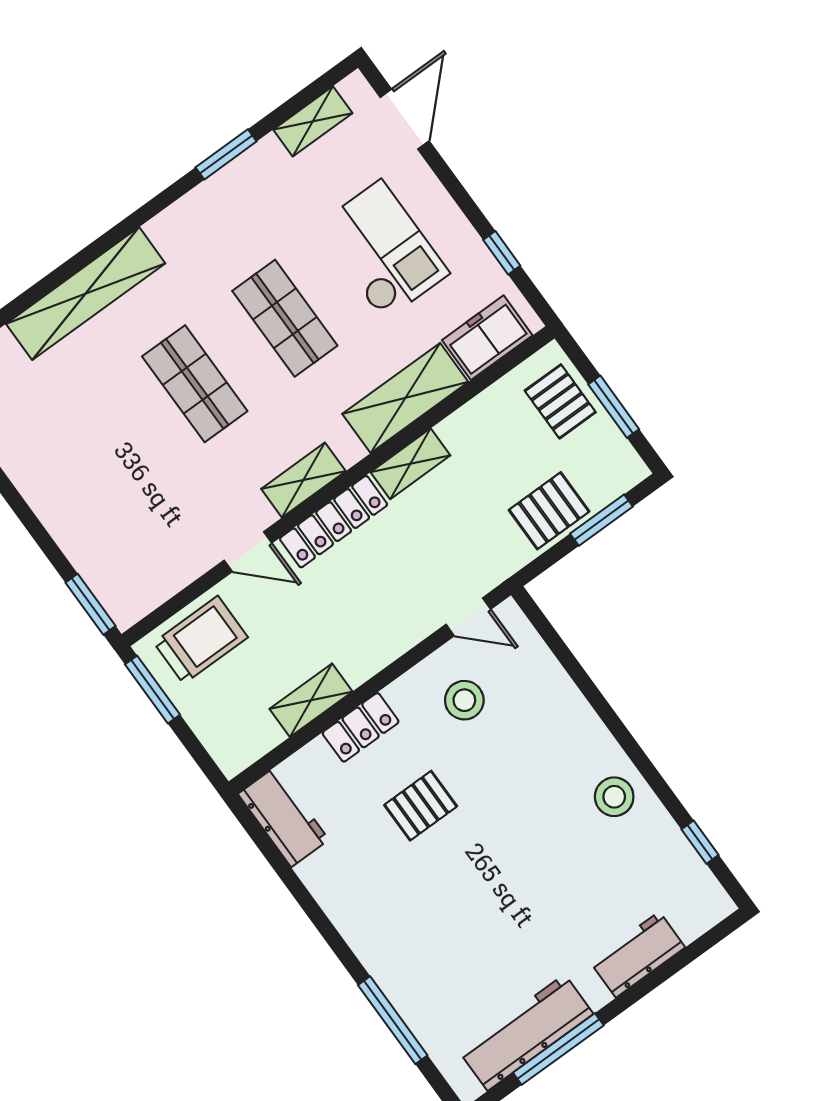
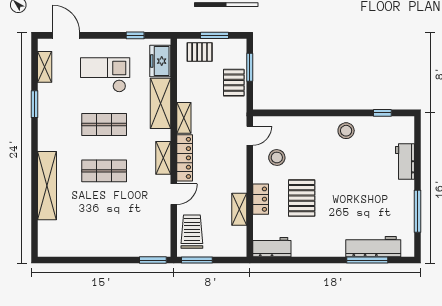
pallet: (421, 806) -> (302, 198), width x1.50, depth x1.42
workbench: (526, 1033) -> (373, 247), moved, turned 90

